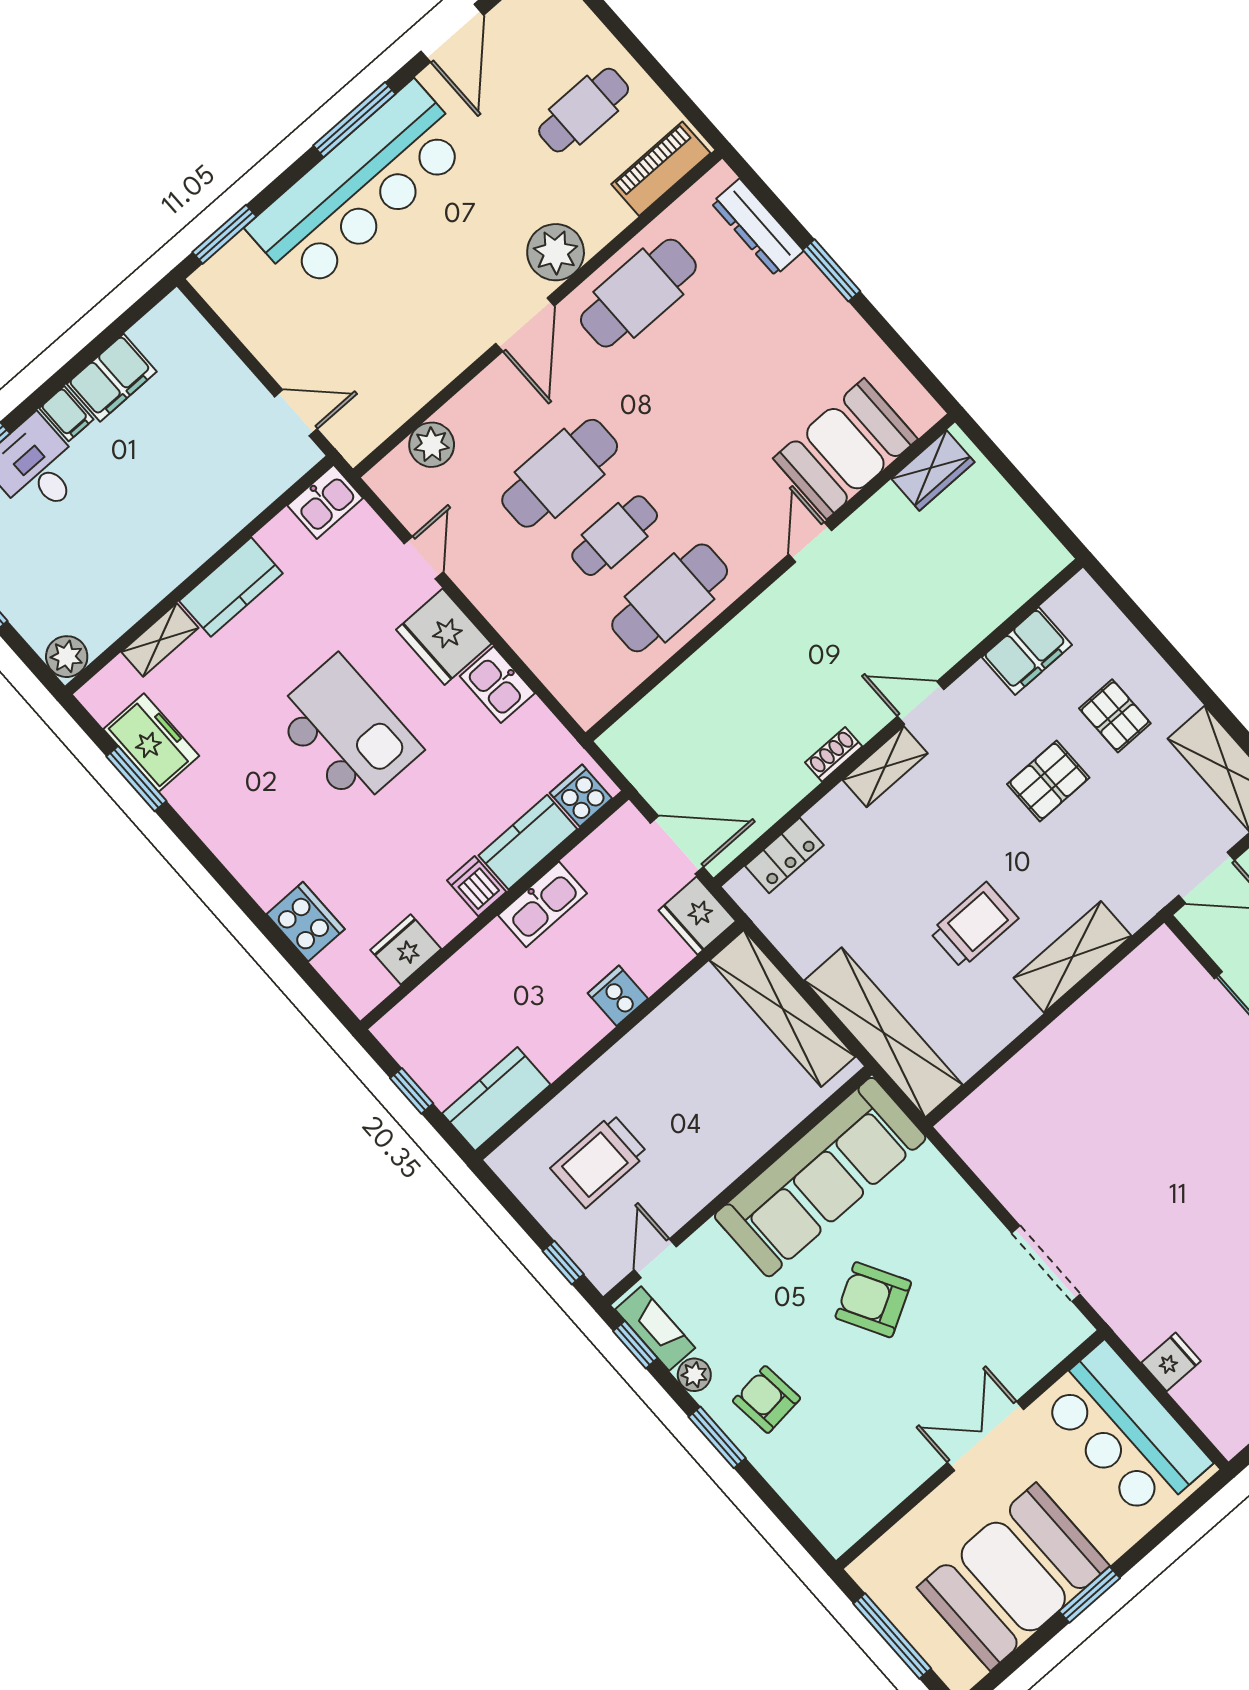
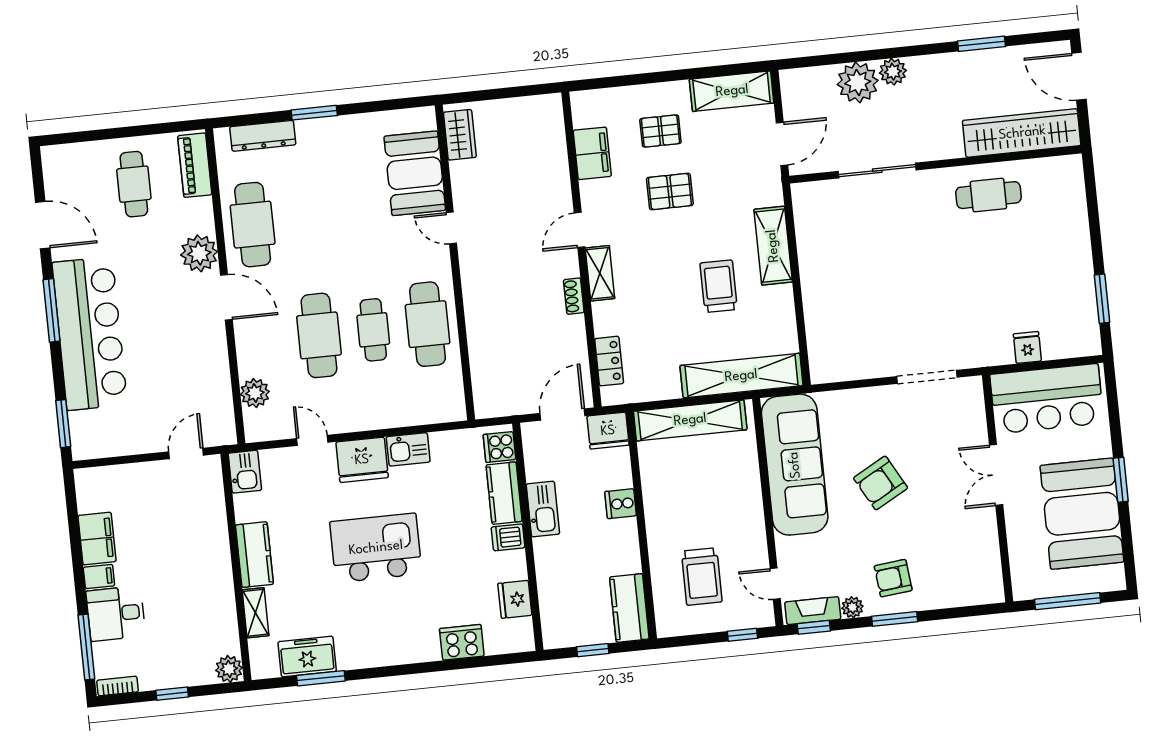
pallet: (1048, 781) -> (670, 191), turned 90

